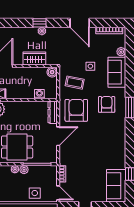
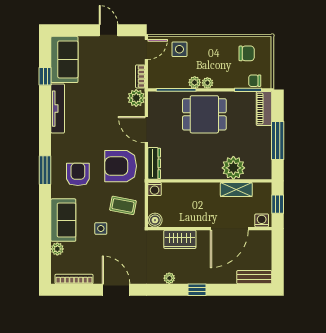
window: (40, 23) -> (197, 290), moved
washing machine: (39, 94) -> (155, 189), moved
armchair: (107, 104) -> (78, 174), turned 180
armchair: (76, 110) -> (121, 166), turned 90
door: (58, 136) -> (146, 130), hinge flipped
tv unit: (121, 151) -> (58, 109), added
plant: (65, 159) -> (136, 98), added
door: (58, 193) -> (146, 50), swing flipped

